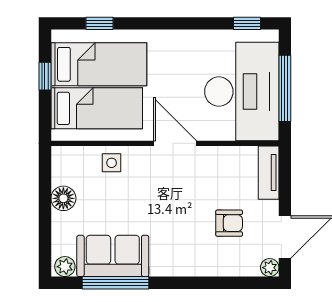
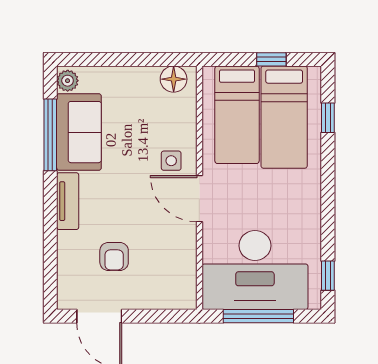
door: (175, 143) -> (199, 199), swing flipped
side table: (112, 163) -> (171, 161), moved
tv unit: (269, 173) -> (68, 201), moved, turned 90
floor lamp: (63, 198) -> (174, 79), moved
plant: (270, 268) -> (67, 300), removed

